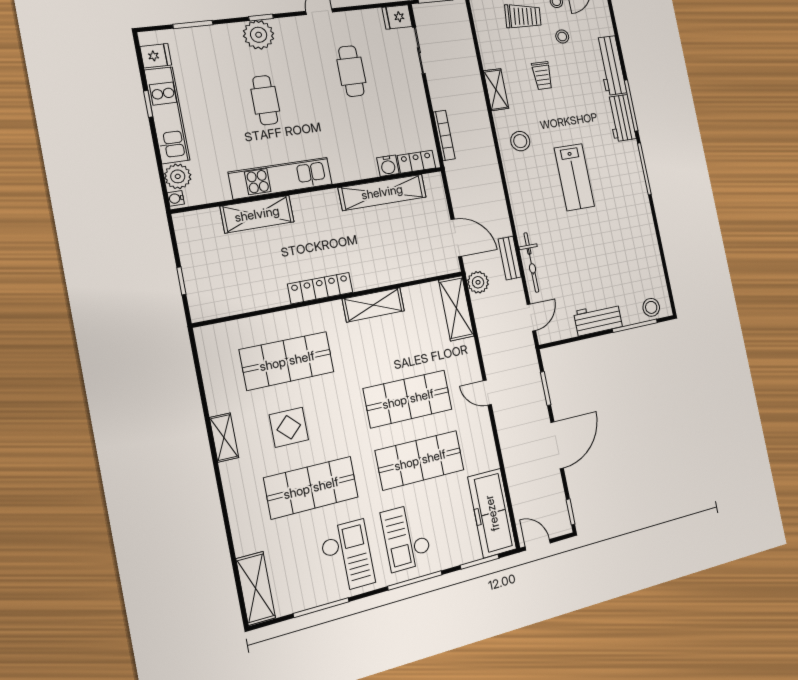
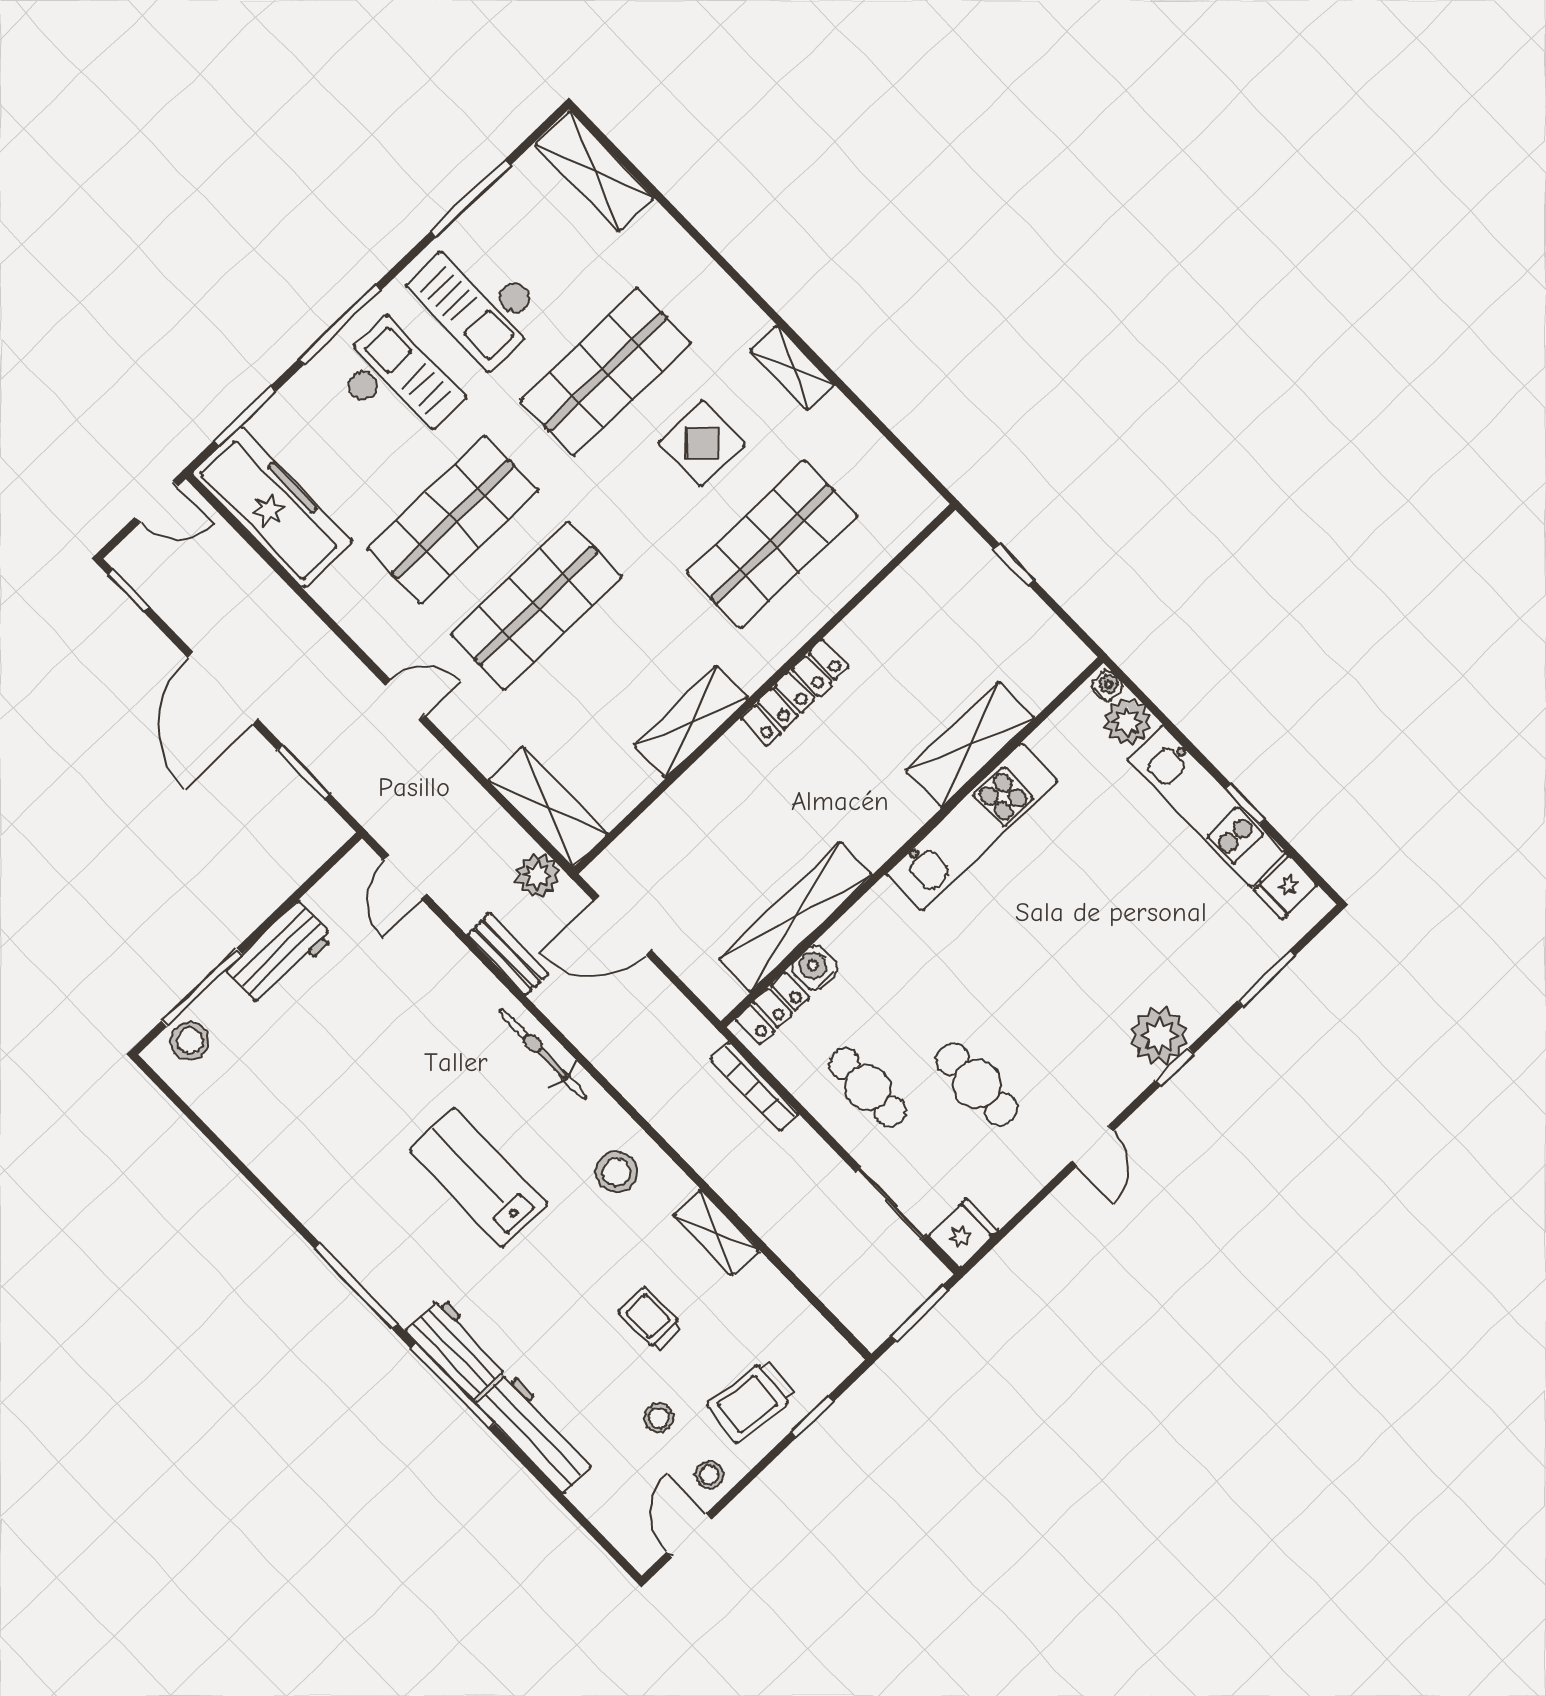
cafe table: (265, 100) -> (868, 1087), moved
bicycle: (531, 262) -> (543, 1054), moved

